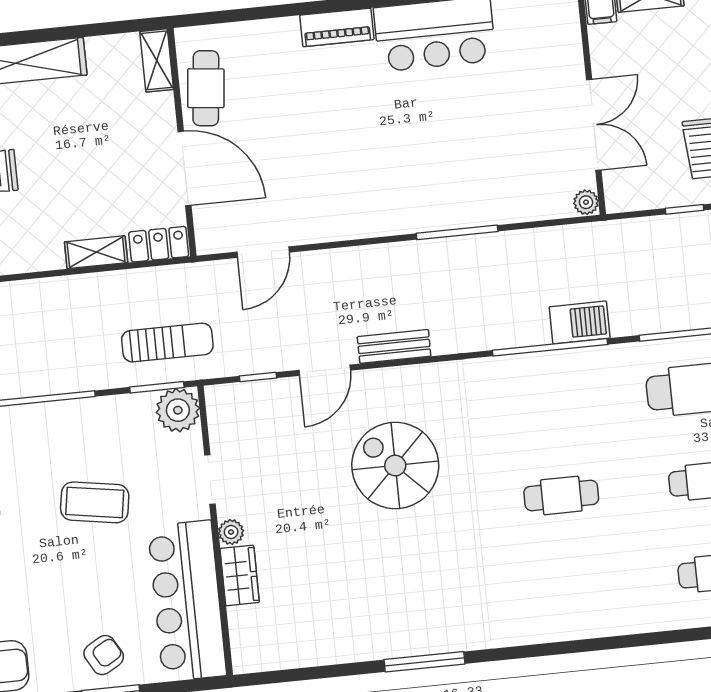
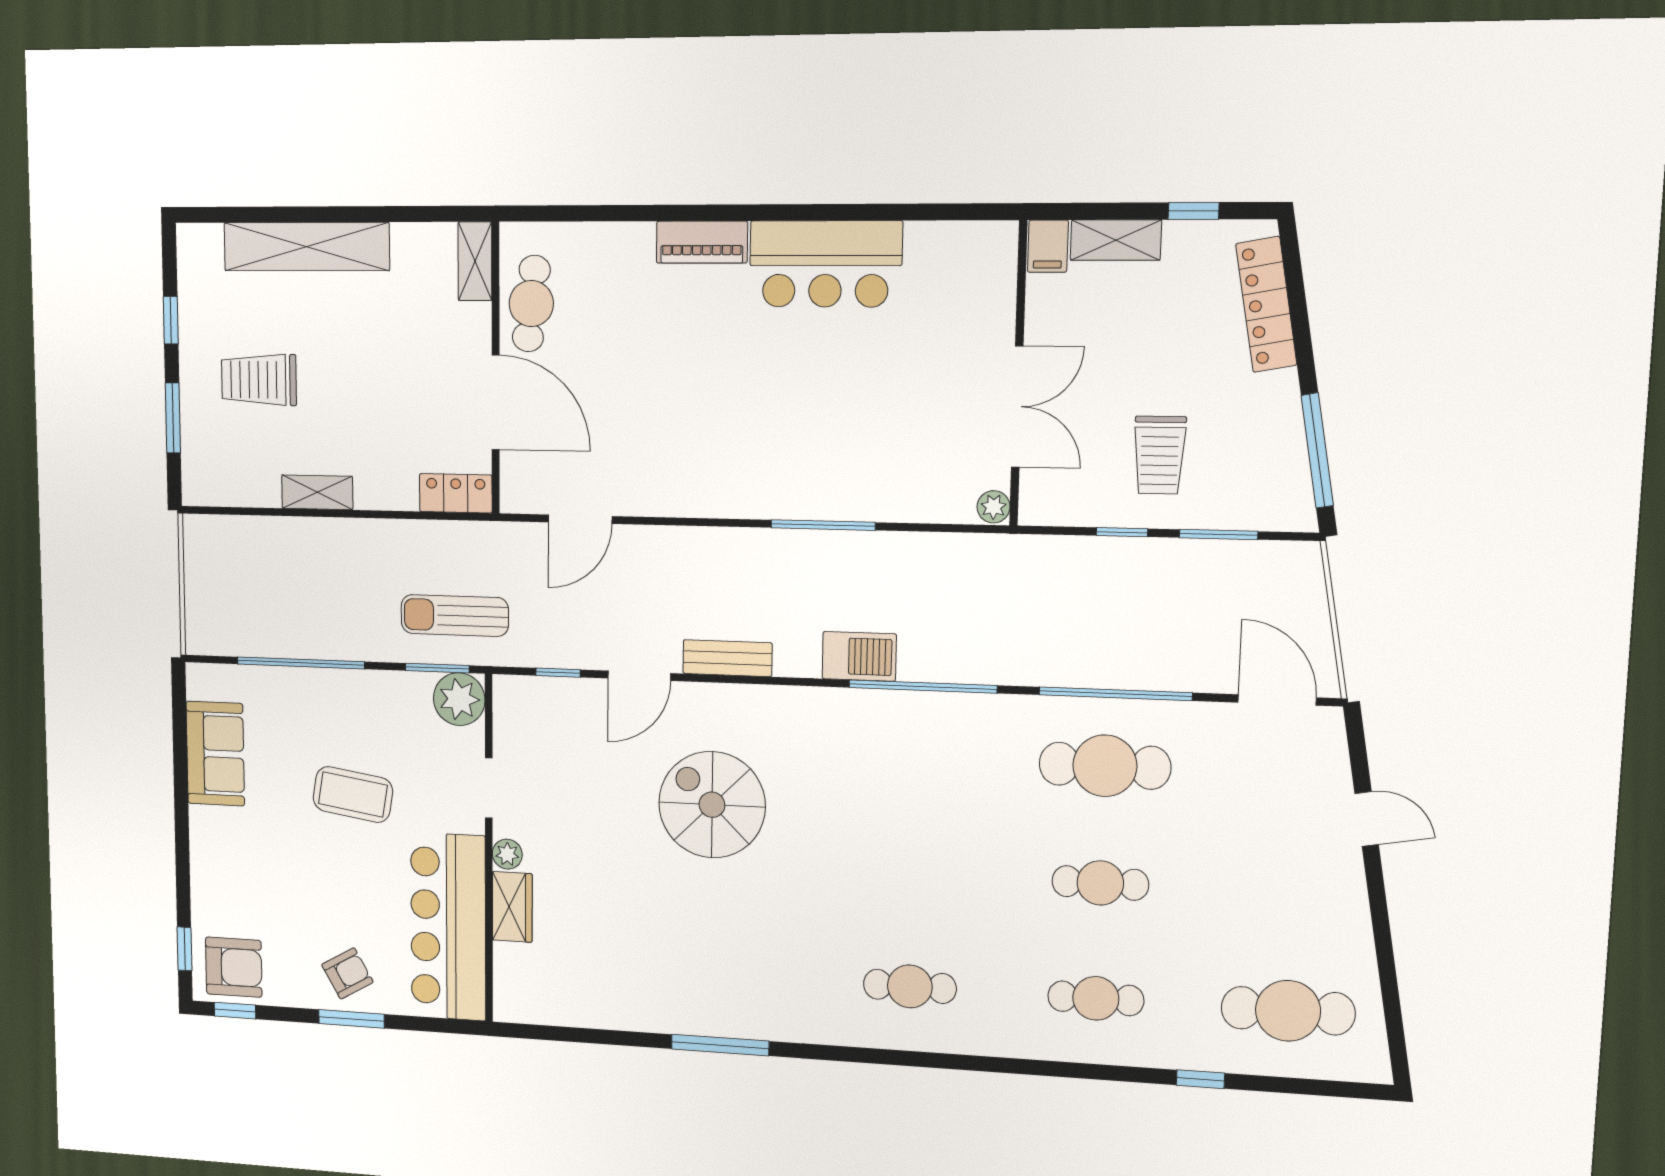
shelving: (96, 252) -> (317, 492), moved
barbecue: (580, 322) -> (859, 656), moved
sun lounger: (167, 343) -> (455, 616), turned 180
cafe table: (561, 495) -> (910, 986), moved

